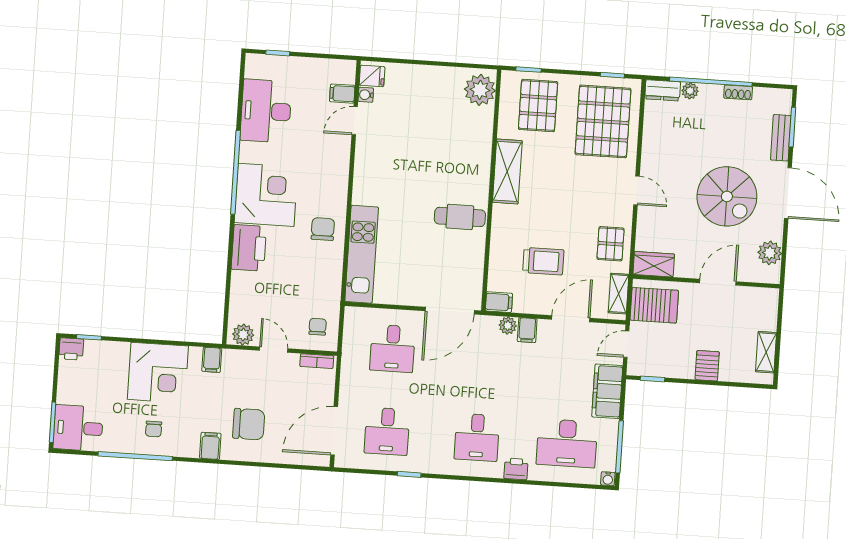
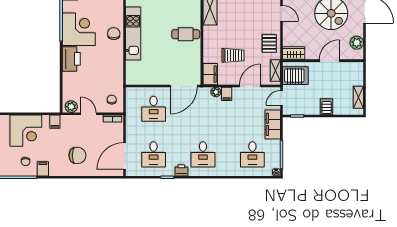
chair: (323, 229) -> (114, 34), moved
kitchen unit: (362, 254) -> (133, 33), moved
filing cabinet: (499, 302) -> (210, 74), width x2.00
desk: (567, 443) -> (252, 154), width x0.73
filing cabinet: (210, 446) -> (43, 169), moved
printer: (516, 469) -> (181, 170), moved

